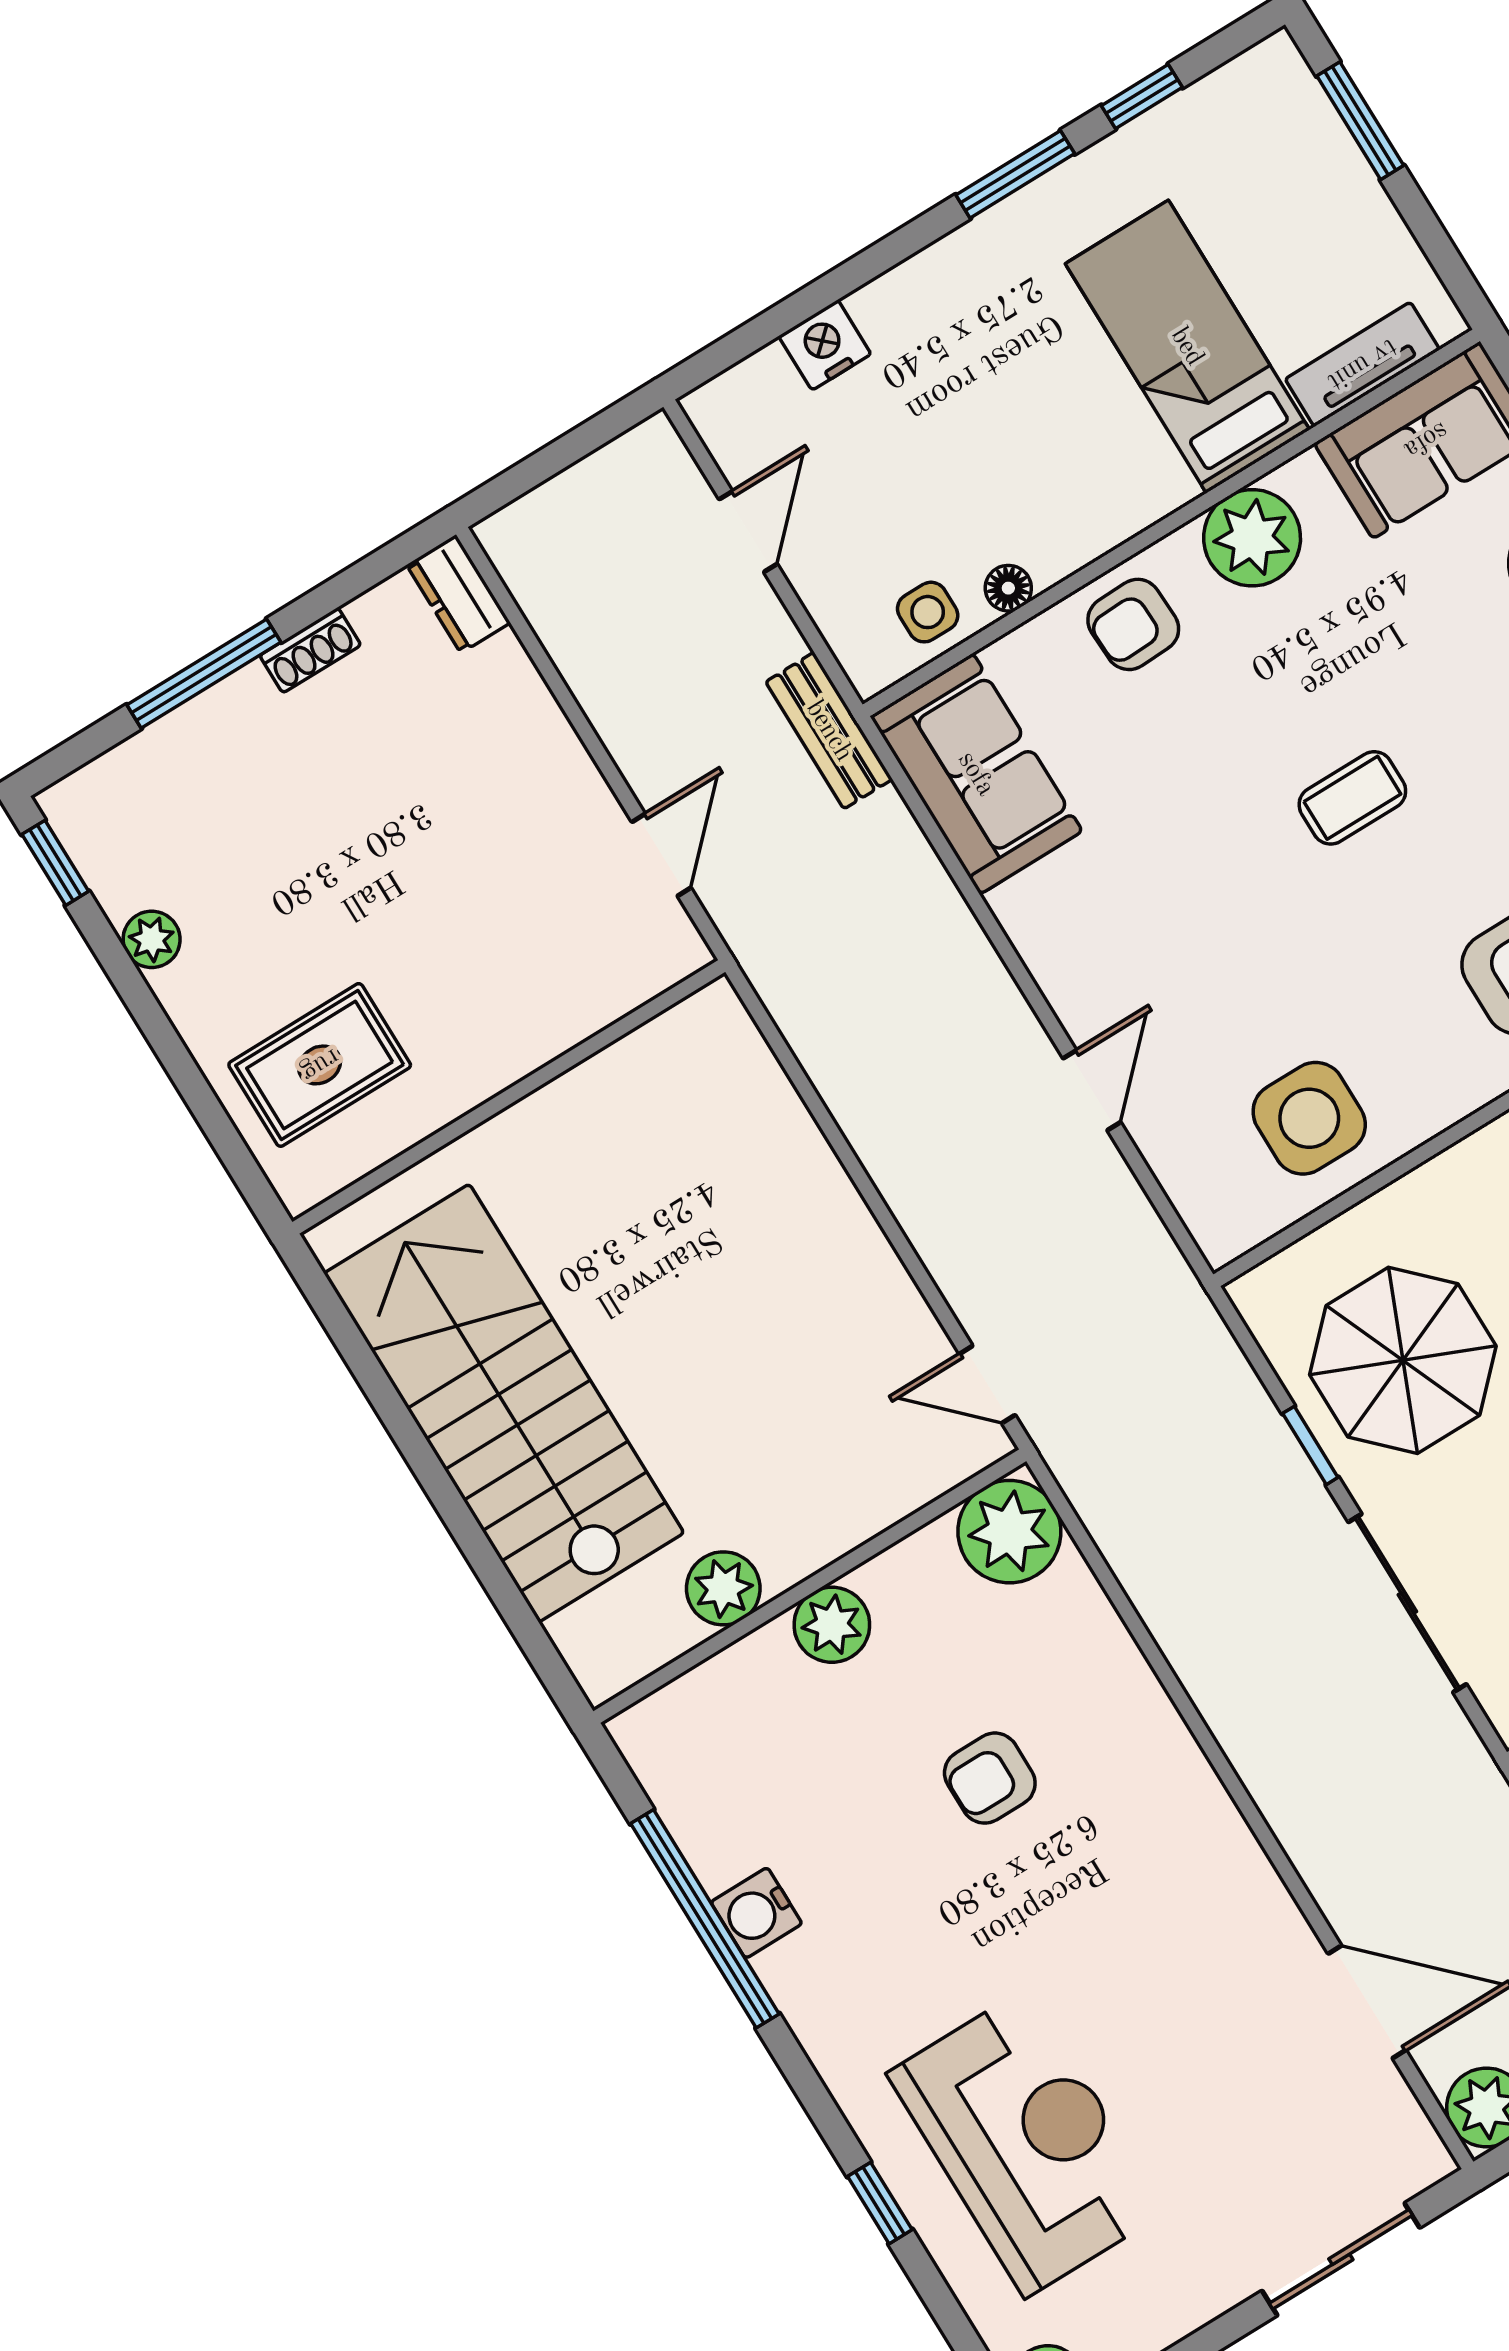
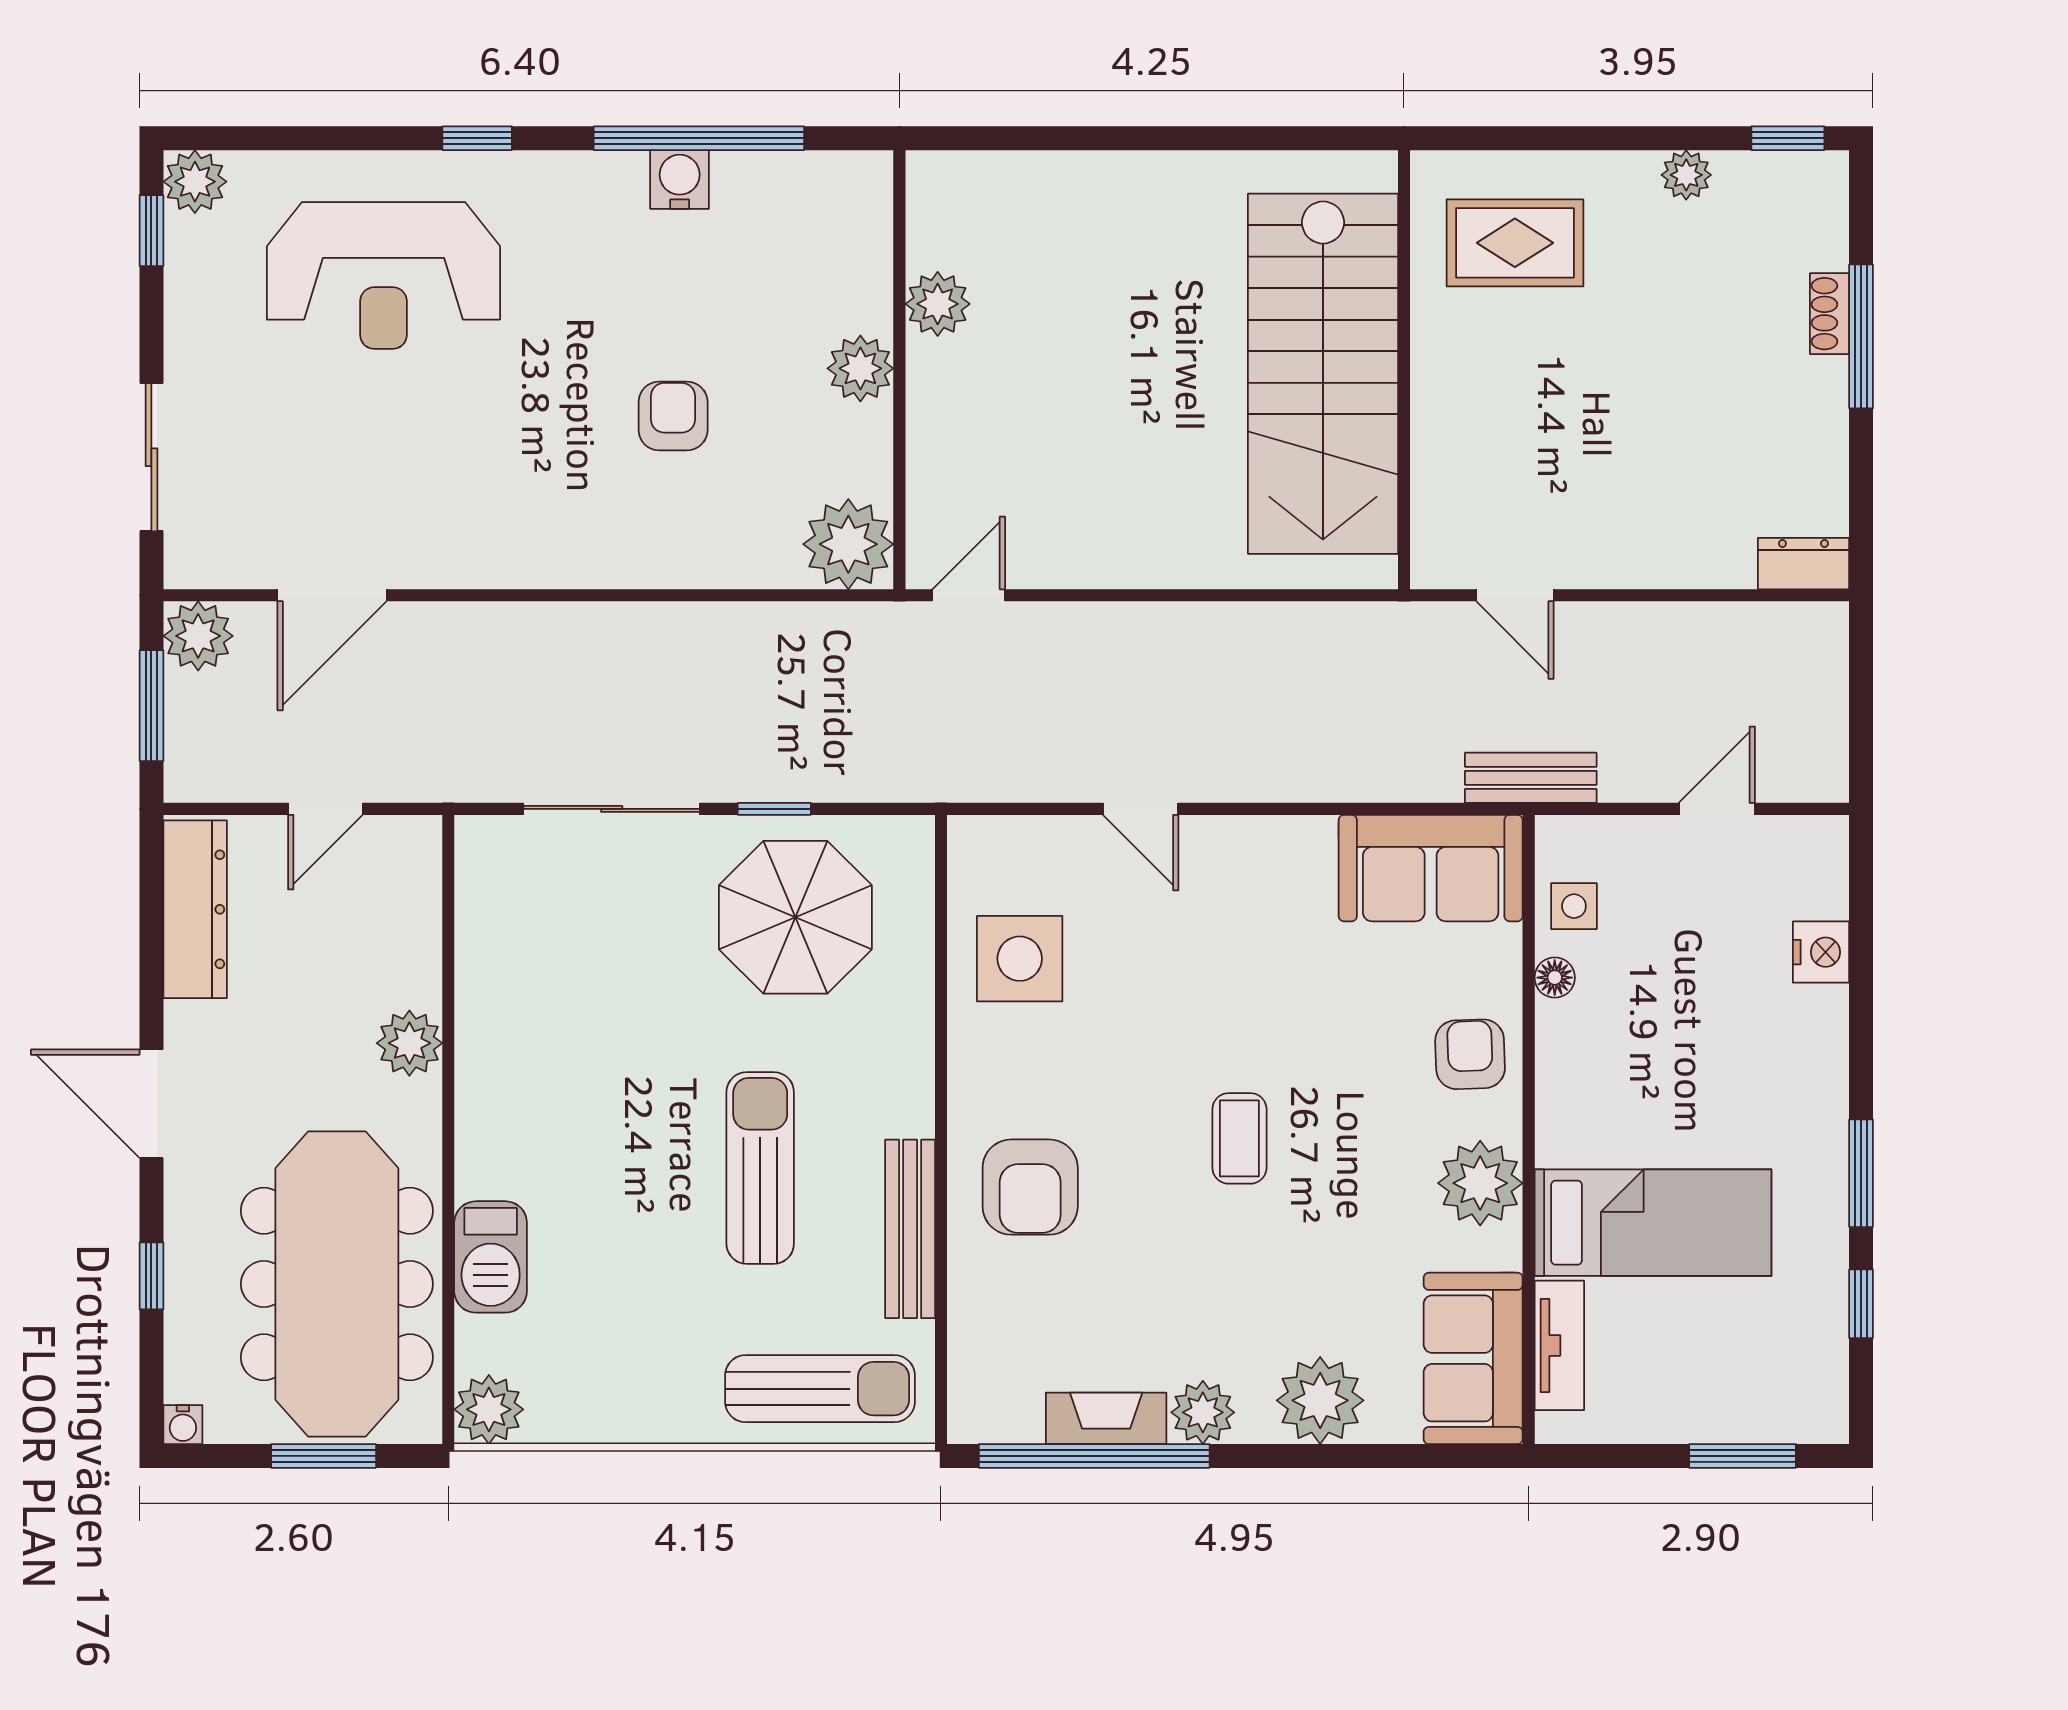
door: (748, 532) -> (1717, 809), swing flipped
shoe rack: (310, 650) -> (1830, 314), moved
rug: (320, 1065) -> (1515, 243), turned 90
stairs: (504, 1403) -> (1323, 374), moved, turned 90
window: (880, 2203) -> (477, 138), moved

